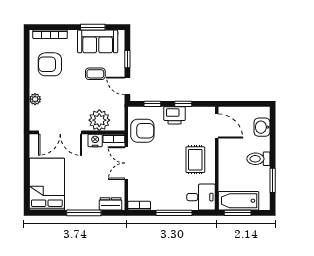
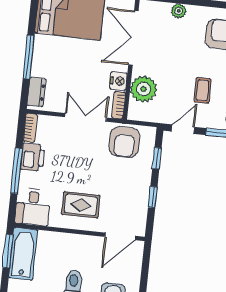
printer: (175, 115) -> (33, 157), moved, turned 180

